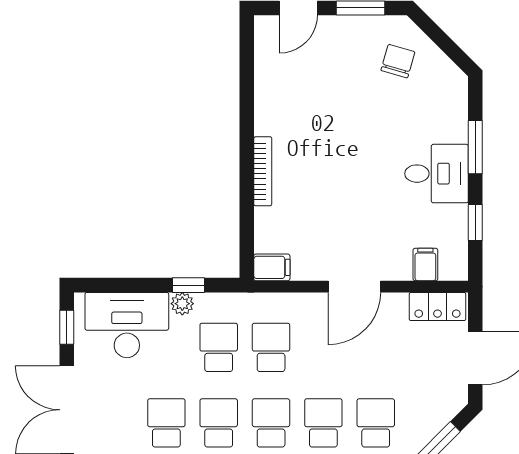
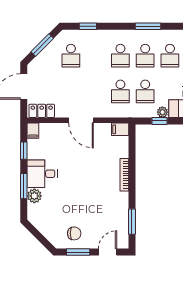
chair: (398, 61) -> (74, 233), moved, turned -106
window: (247, 72) -> (132, 222), added
plant: (453, 127) -> (34, 196), added
filing cabinet: (425, 265) -> (33, 131), moved
door: (354, 287) -> (81, 120), swing flipped
school desk: (323, 423) -> (96, 56), removed

